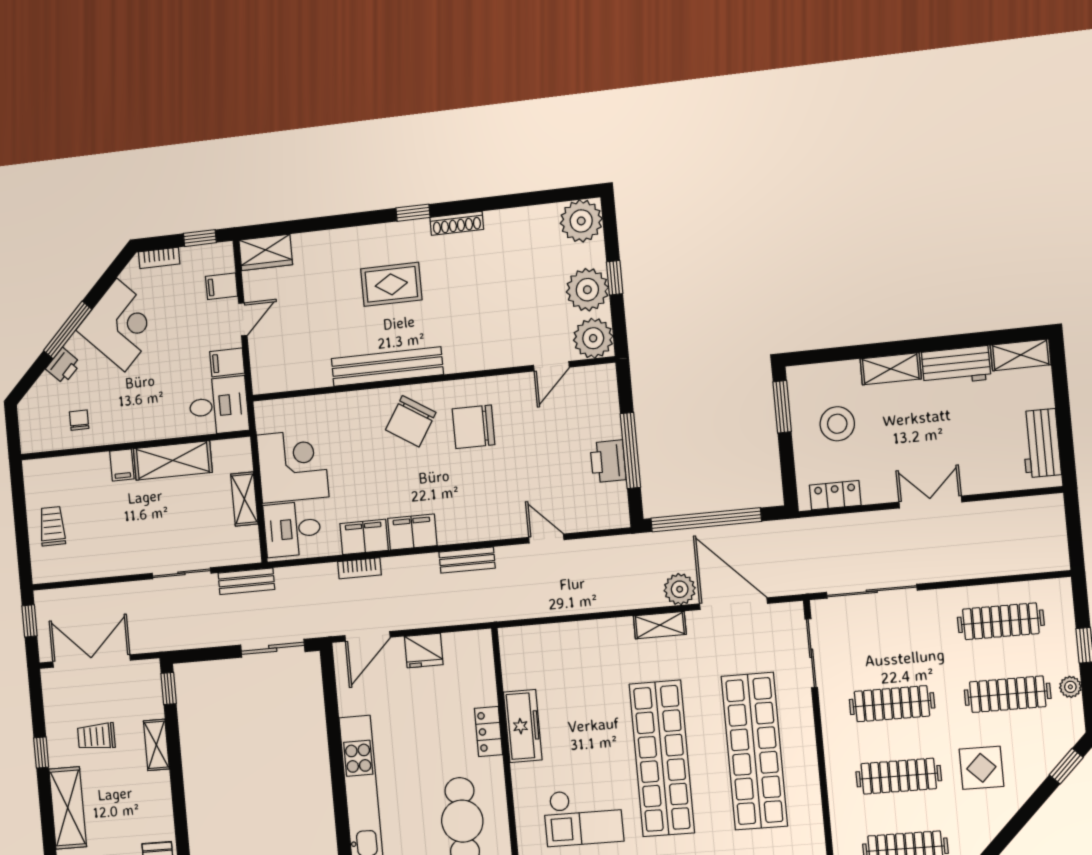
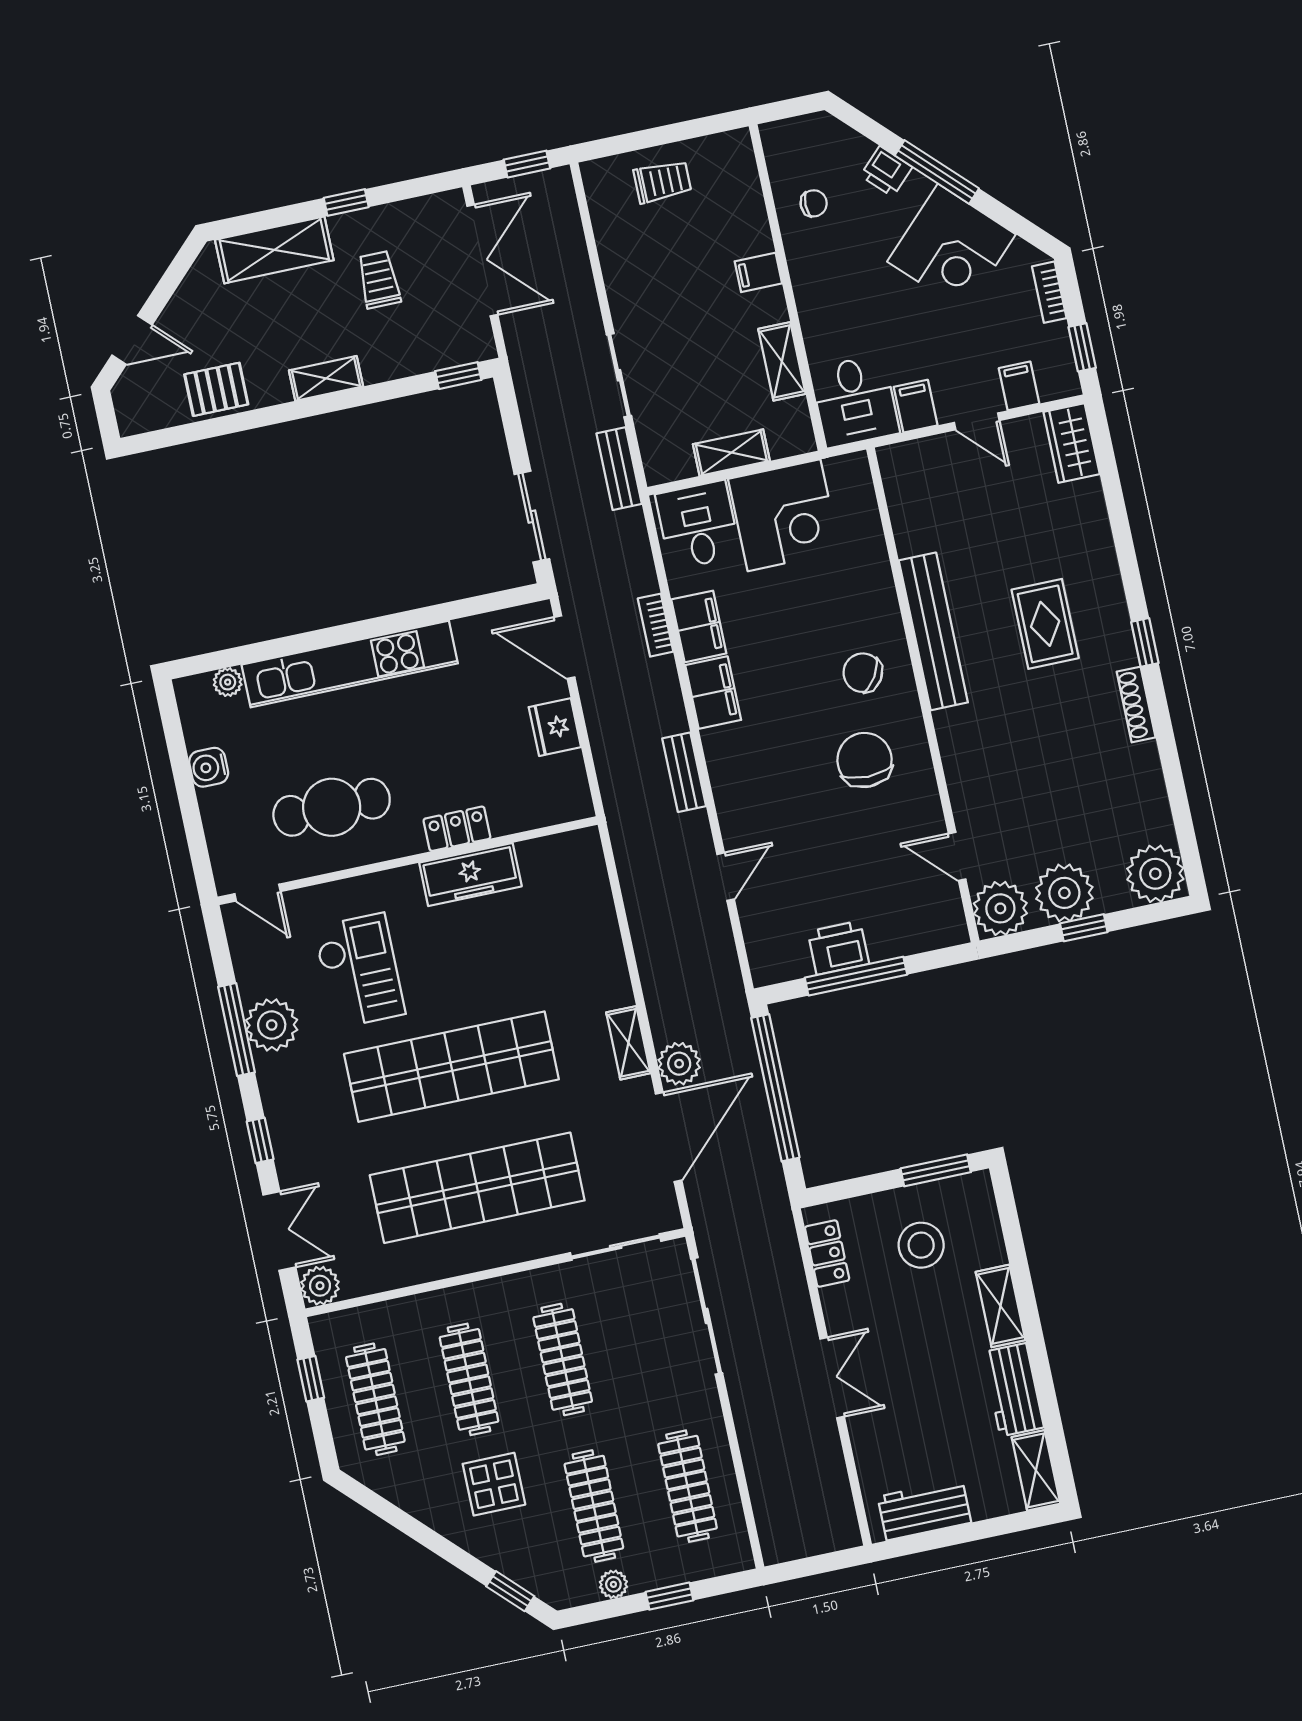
chair: (411, 421) -> (863, 673), width x0.73, depth x0.73
shelving: (173, 460) -> (782, 361), width x0.67, depth x0.75
shelving: (156, 745) -> (326, 378), moved
checkout: (583, 817) -> (359, 971), turned 180

